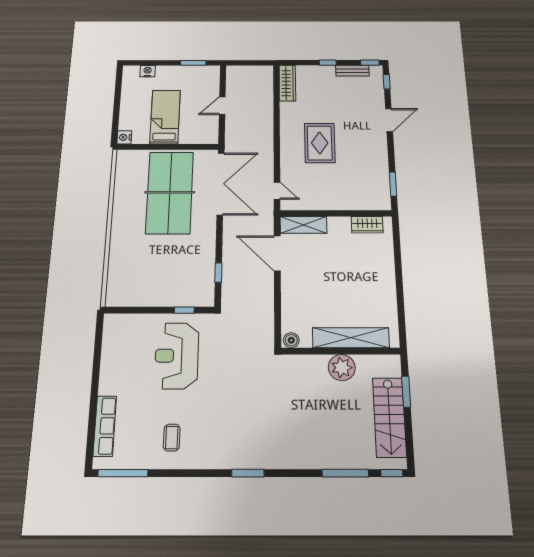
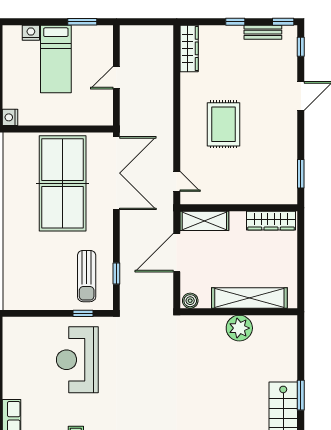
bed: (165, 117) -> (56, 59), moved, turned 180
wardrobe: (367, 225) -> (271, 221), width x1.50
door: (277, 253) -> (177, 253), hinge flipped
sun lounger: (189, 275) -> (87, 276), added
shelving: (351, 338) -> (249, 298), moved
boiler: (291, 340) -> (190, 301), moved
wall: (341, 351) -> (239, 312), moved
plant: (342, 368) -> (239, 328), moved

